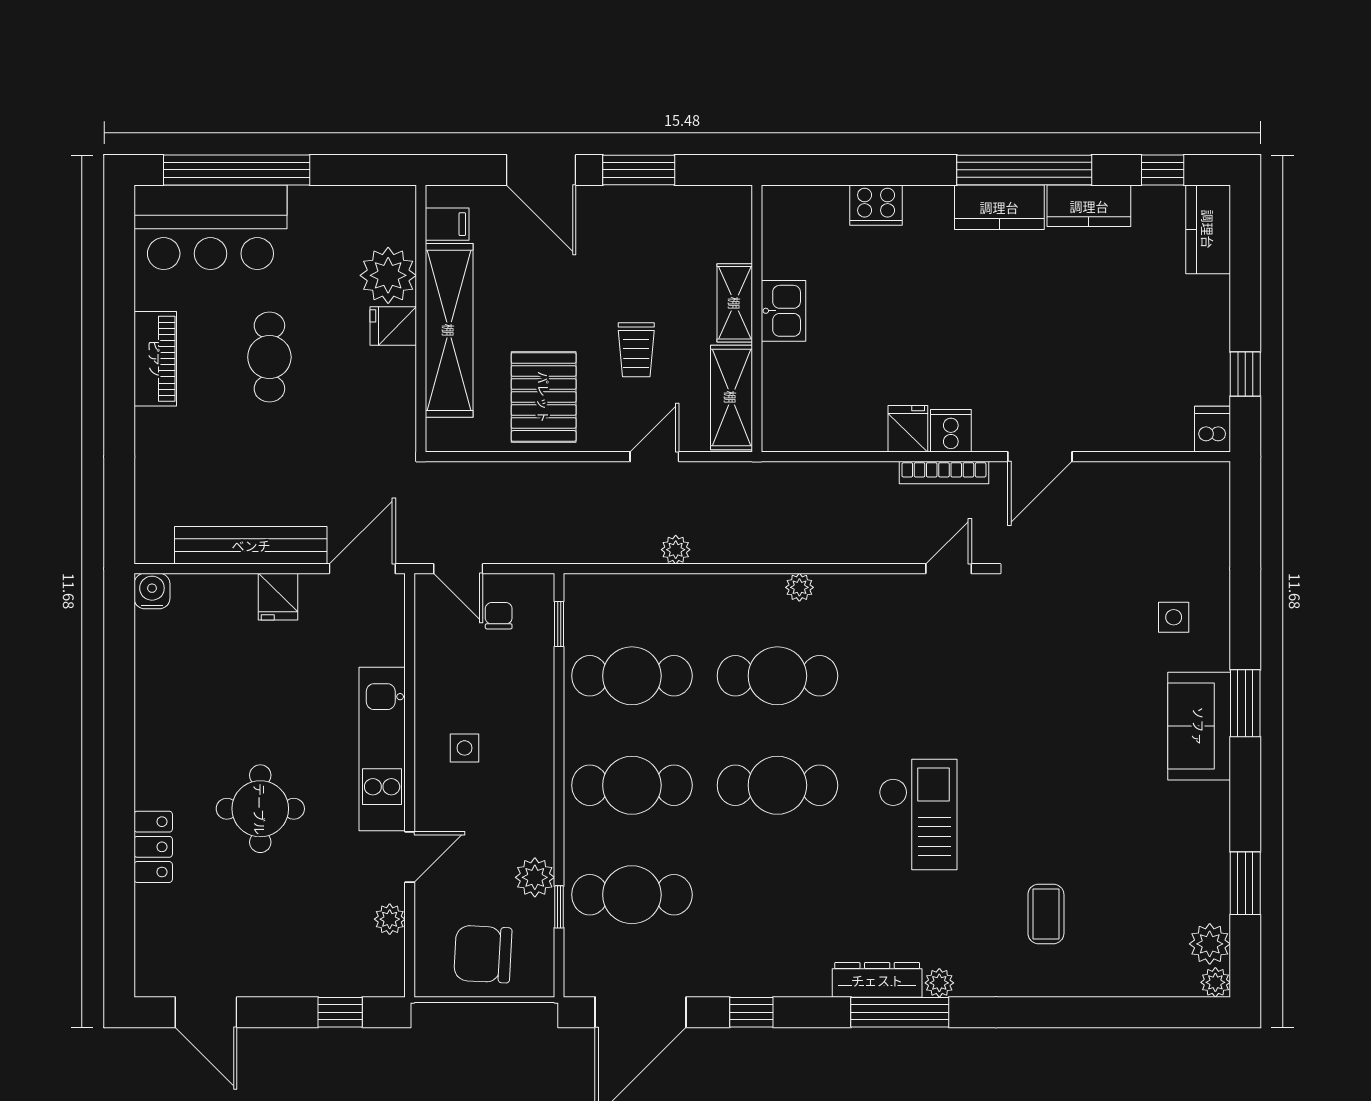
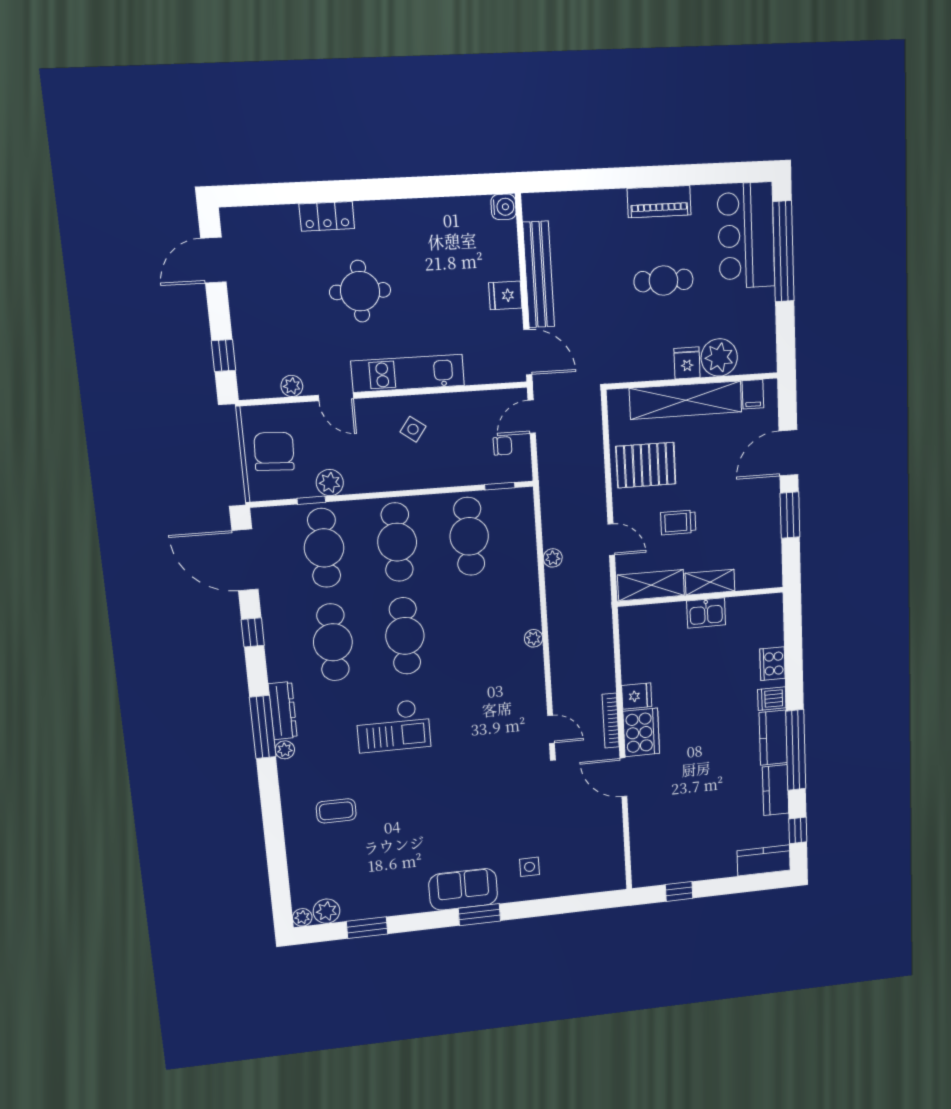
dishwasher: (1212, 429) -> (772, 699), moved, turned 180
cooker: (951, 431) -> (641, 732), width x1.87, depth x1.31
cafe table: (777, 676) -> (333, 642), moved
side table: (464, 748) -> (413, 429), turned 36

